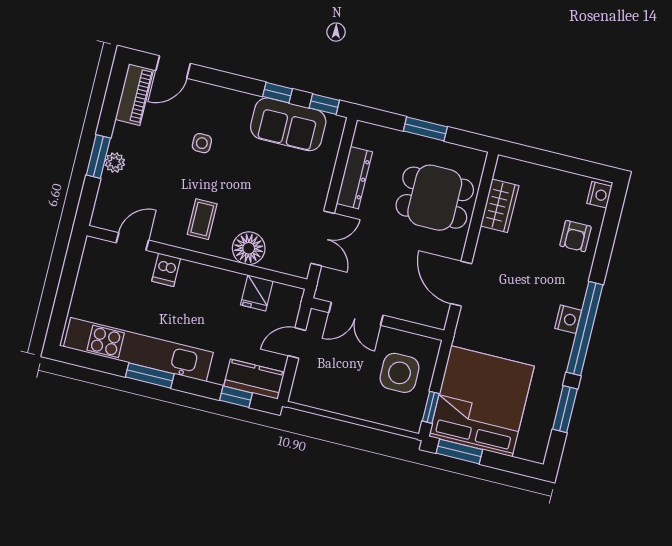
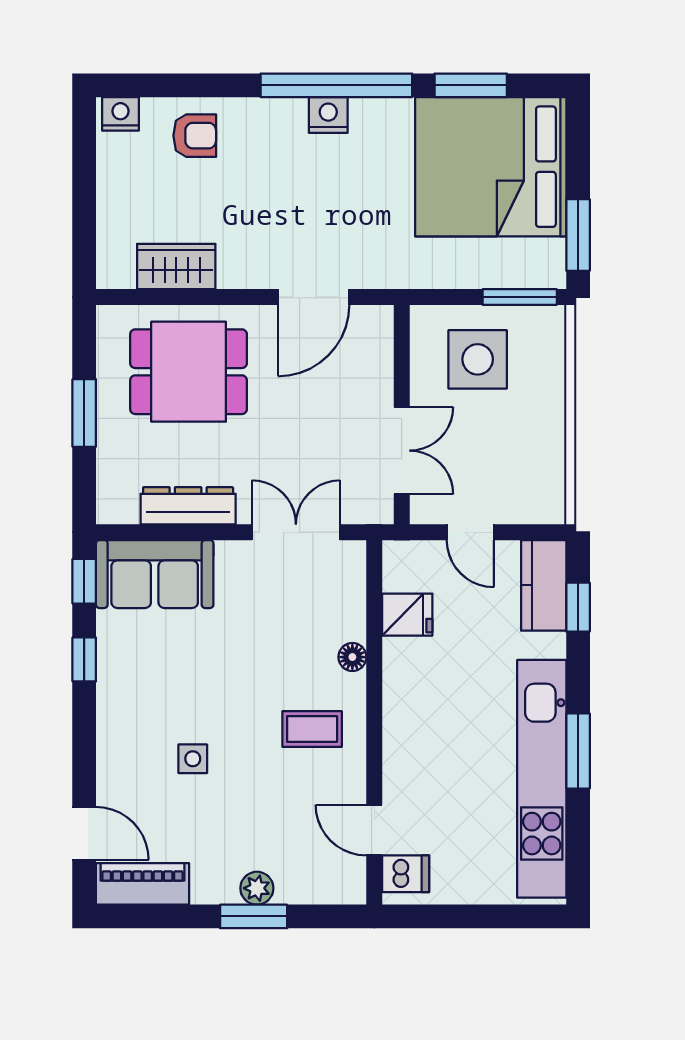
sofa: (288, 124) -> (155, 574), moved, turned 90
dining table: (435, 198) -> (189, 372), turned 90
floor lamp: (249, 248) -> (352, 657), width x0.53, depth x0.53
dishwasher: (166, 270) -> (406, 874), moved
bed: (481, 401) -> (491, 167), moved
window: (431, 407) -> (520, 297), width x1.50

